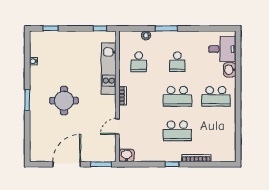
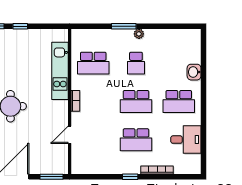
window: (100, 28) -> (20, 26), moved
plant: (146, 35) -> (139, 34), moved
desk: (222, 49) -> (186, 140), moved
school desk: (139, 62) -> (93, 63), width x1.85
washbasin: (127, 155) -> (80, 167), removed

